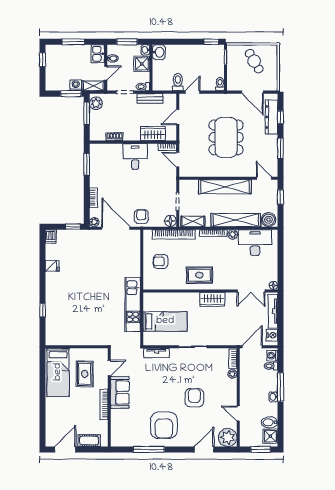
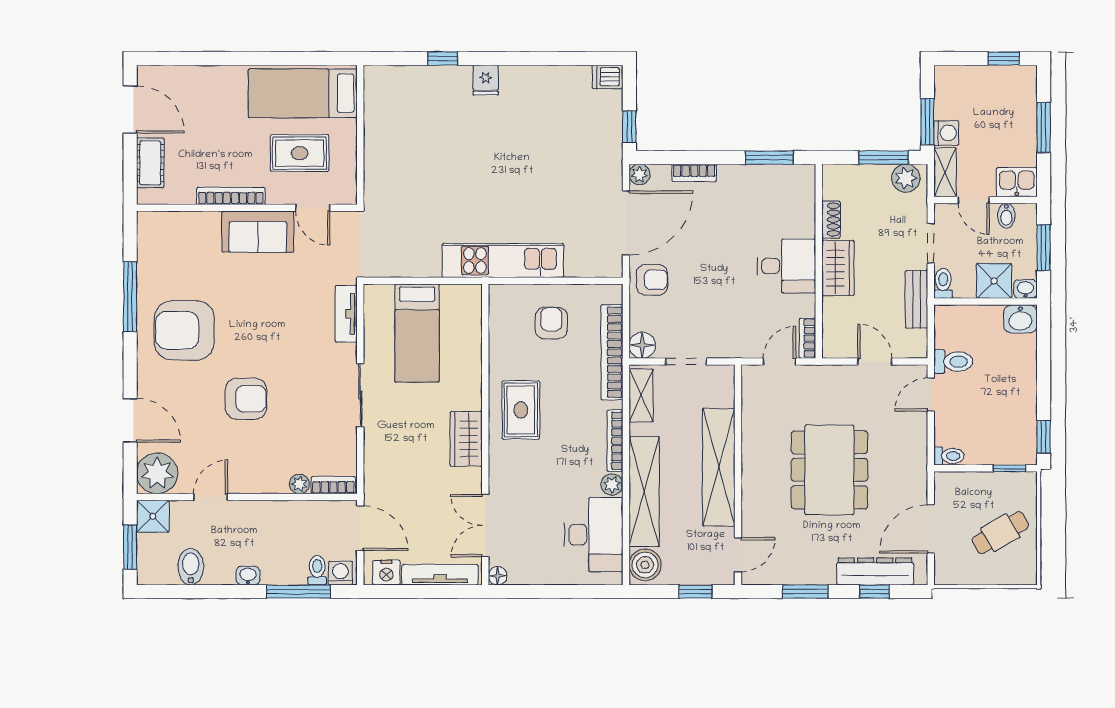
door: (192, 92) -> (931, 395), swing flipped
wardrobe: (153, 134) -> (838, 268), moved
dining table: (226, 137) -> (829, 470), turned 90
fridge: (52, 266) -> (486, 80), moved
kitchen unit: (133, 304) -> (503, 261), moved
window: (280, 387) -> (298, 592), moved
shower: (270, 436) -> (153, 516), moved

